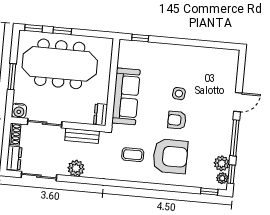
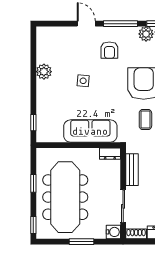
window: (62, 31) -> (33, 183), moved
plant: (192, 54) -> (44, 72), added
armchair: (177, 120) -> (109, 50), moved

